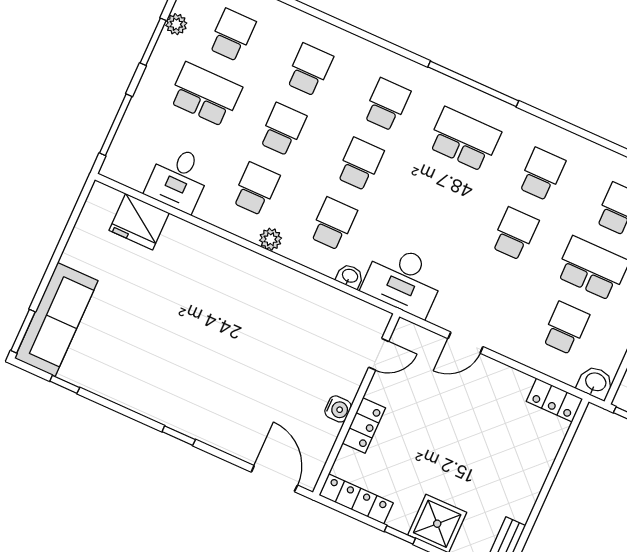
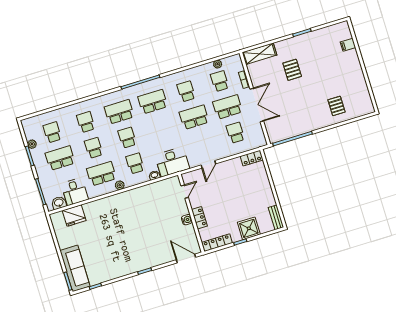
school desk: (387, 104) -> (119, 112), width x1.85
school desk: (256, 189) -> (101, 174), width x1.85
school desk: (515, 234) -> (194, 117), width x1.85
washbasin: (595, 383) -> (59, 203), moved

